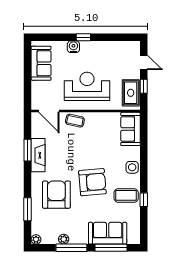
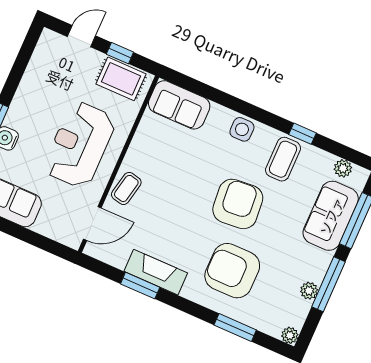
plant: (135, 229) -> (343, 168), added

